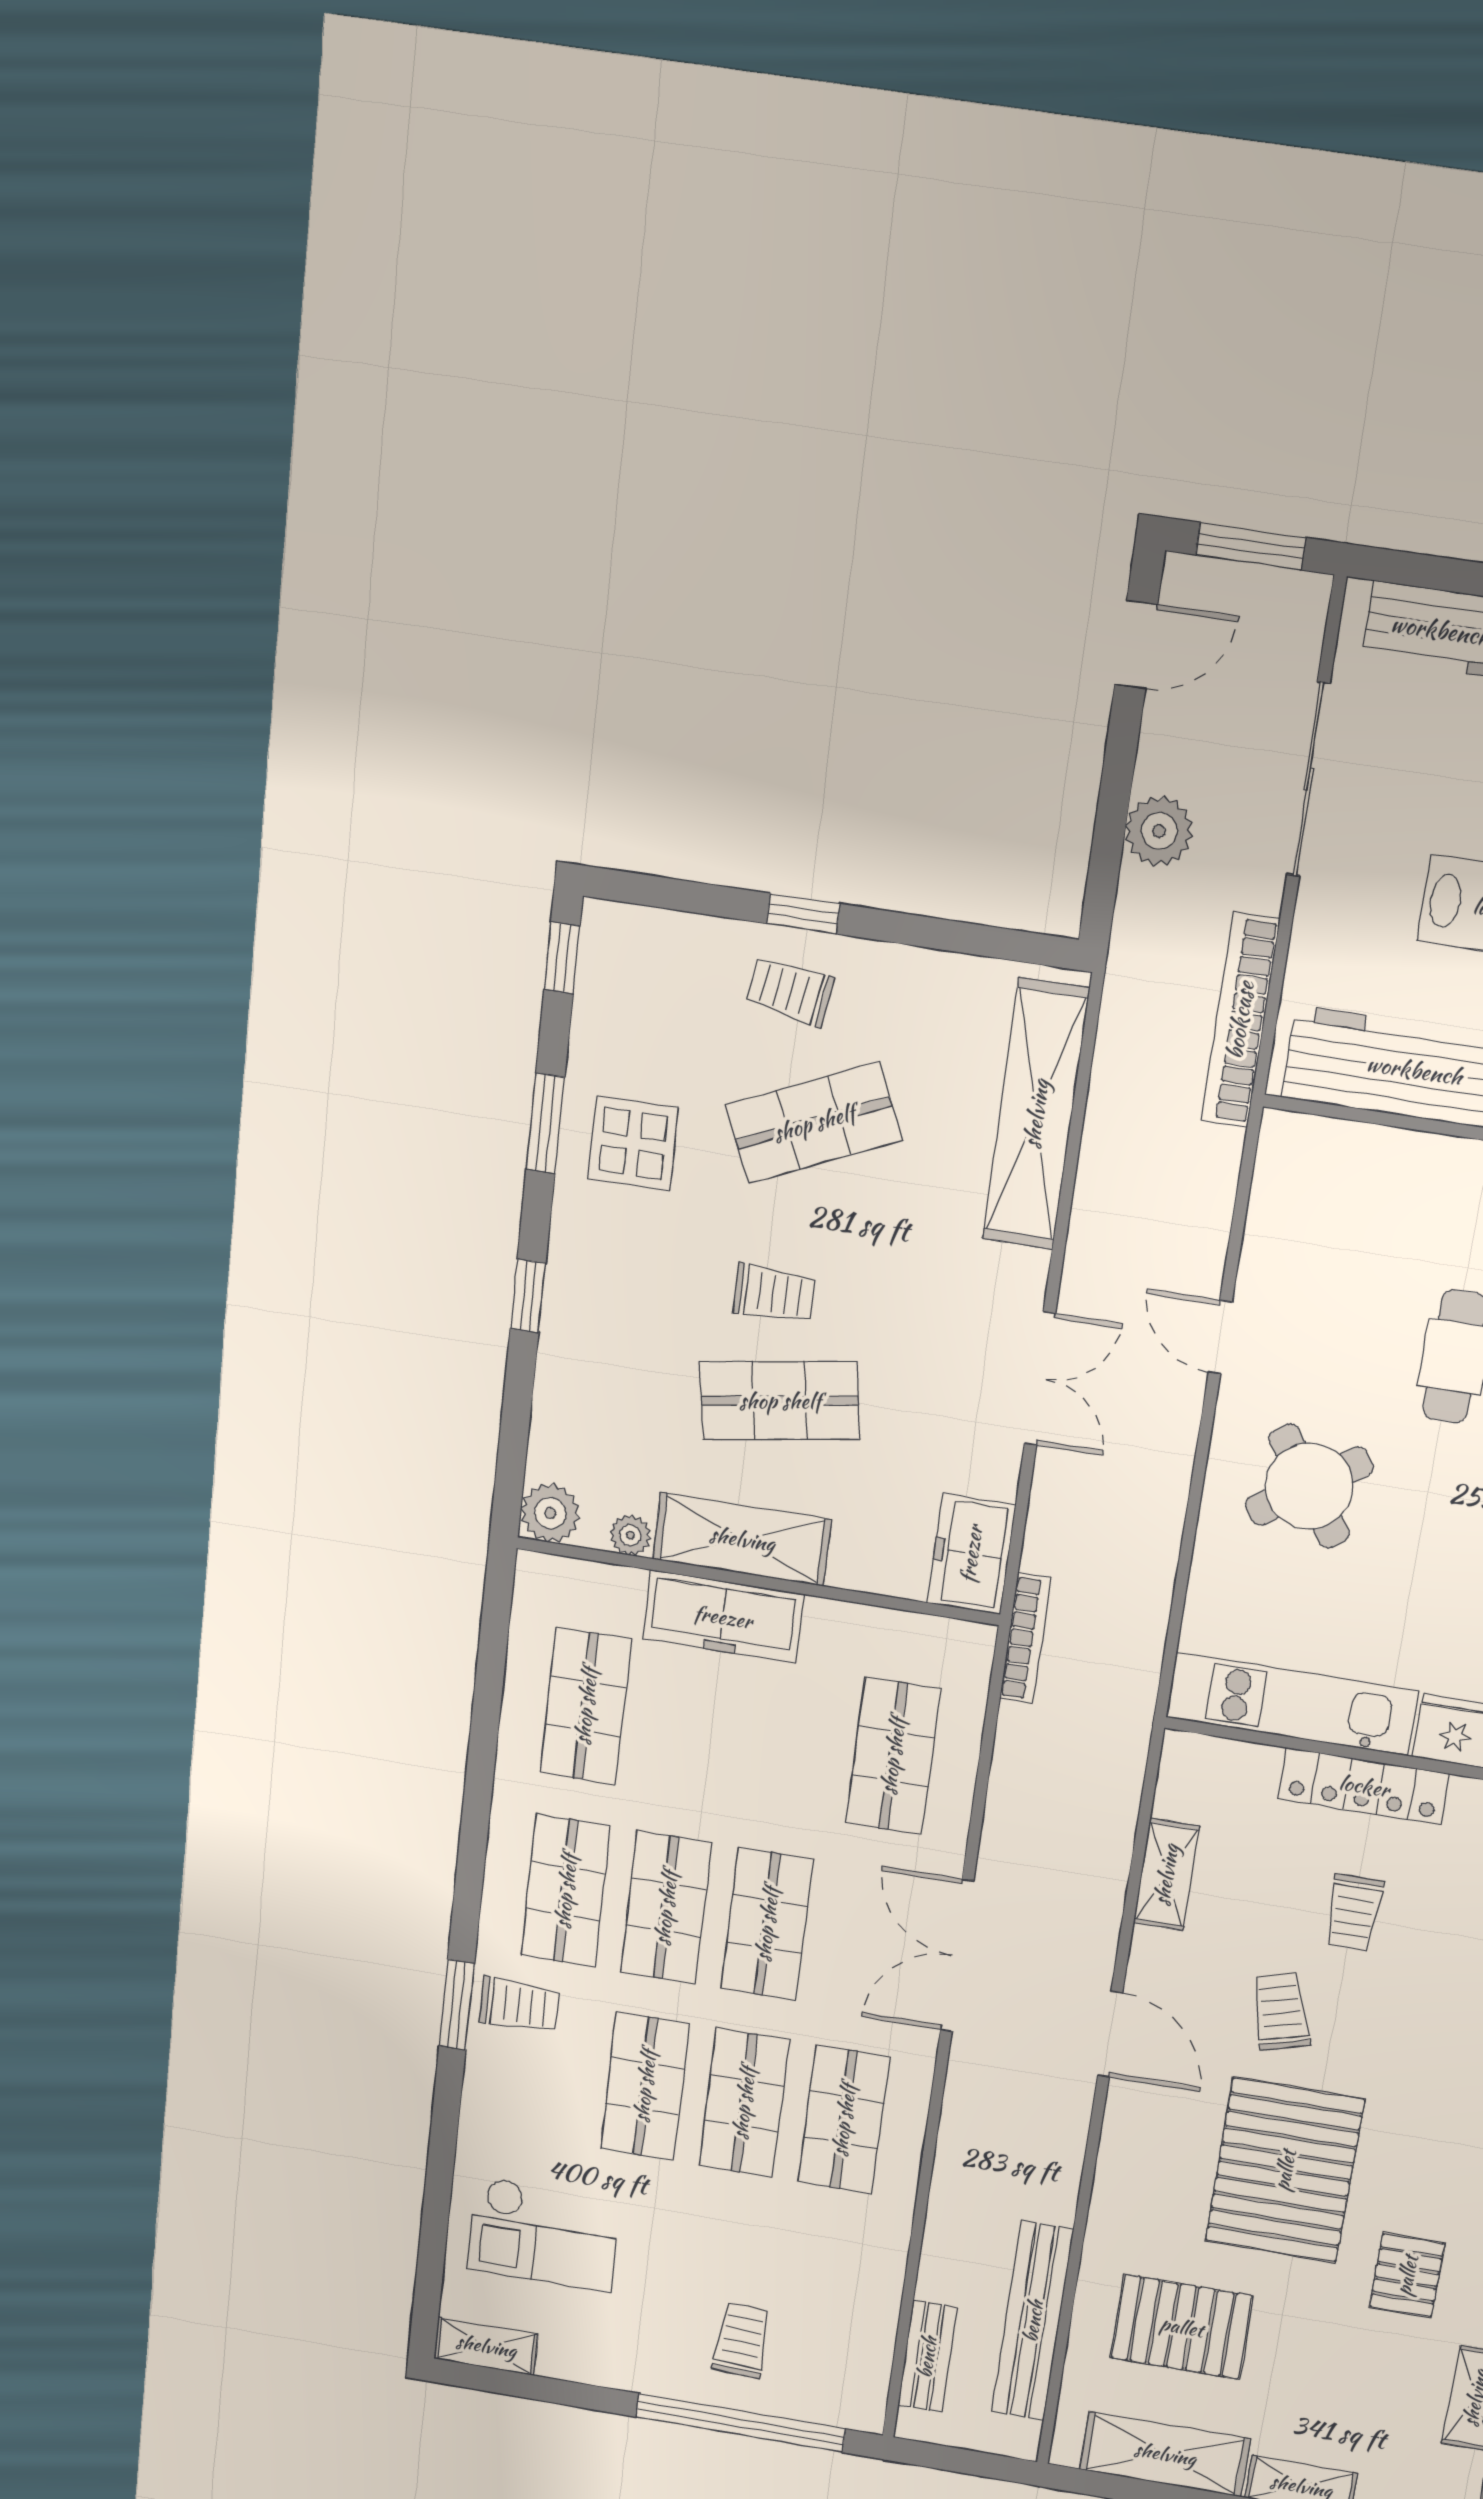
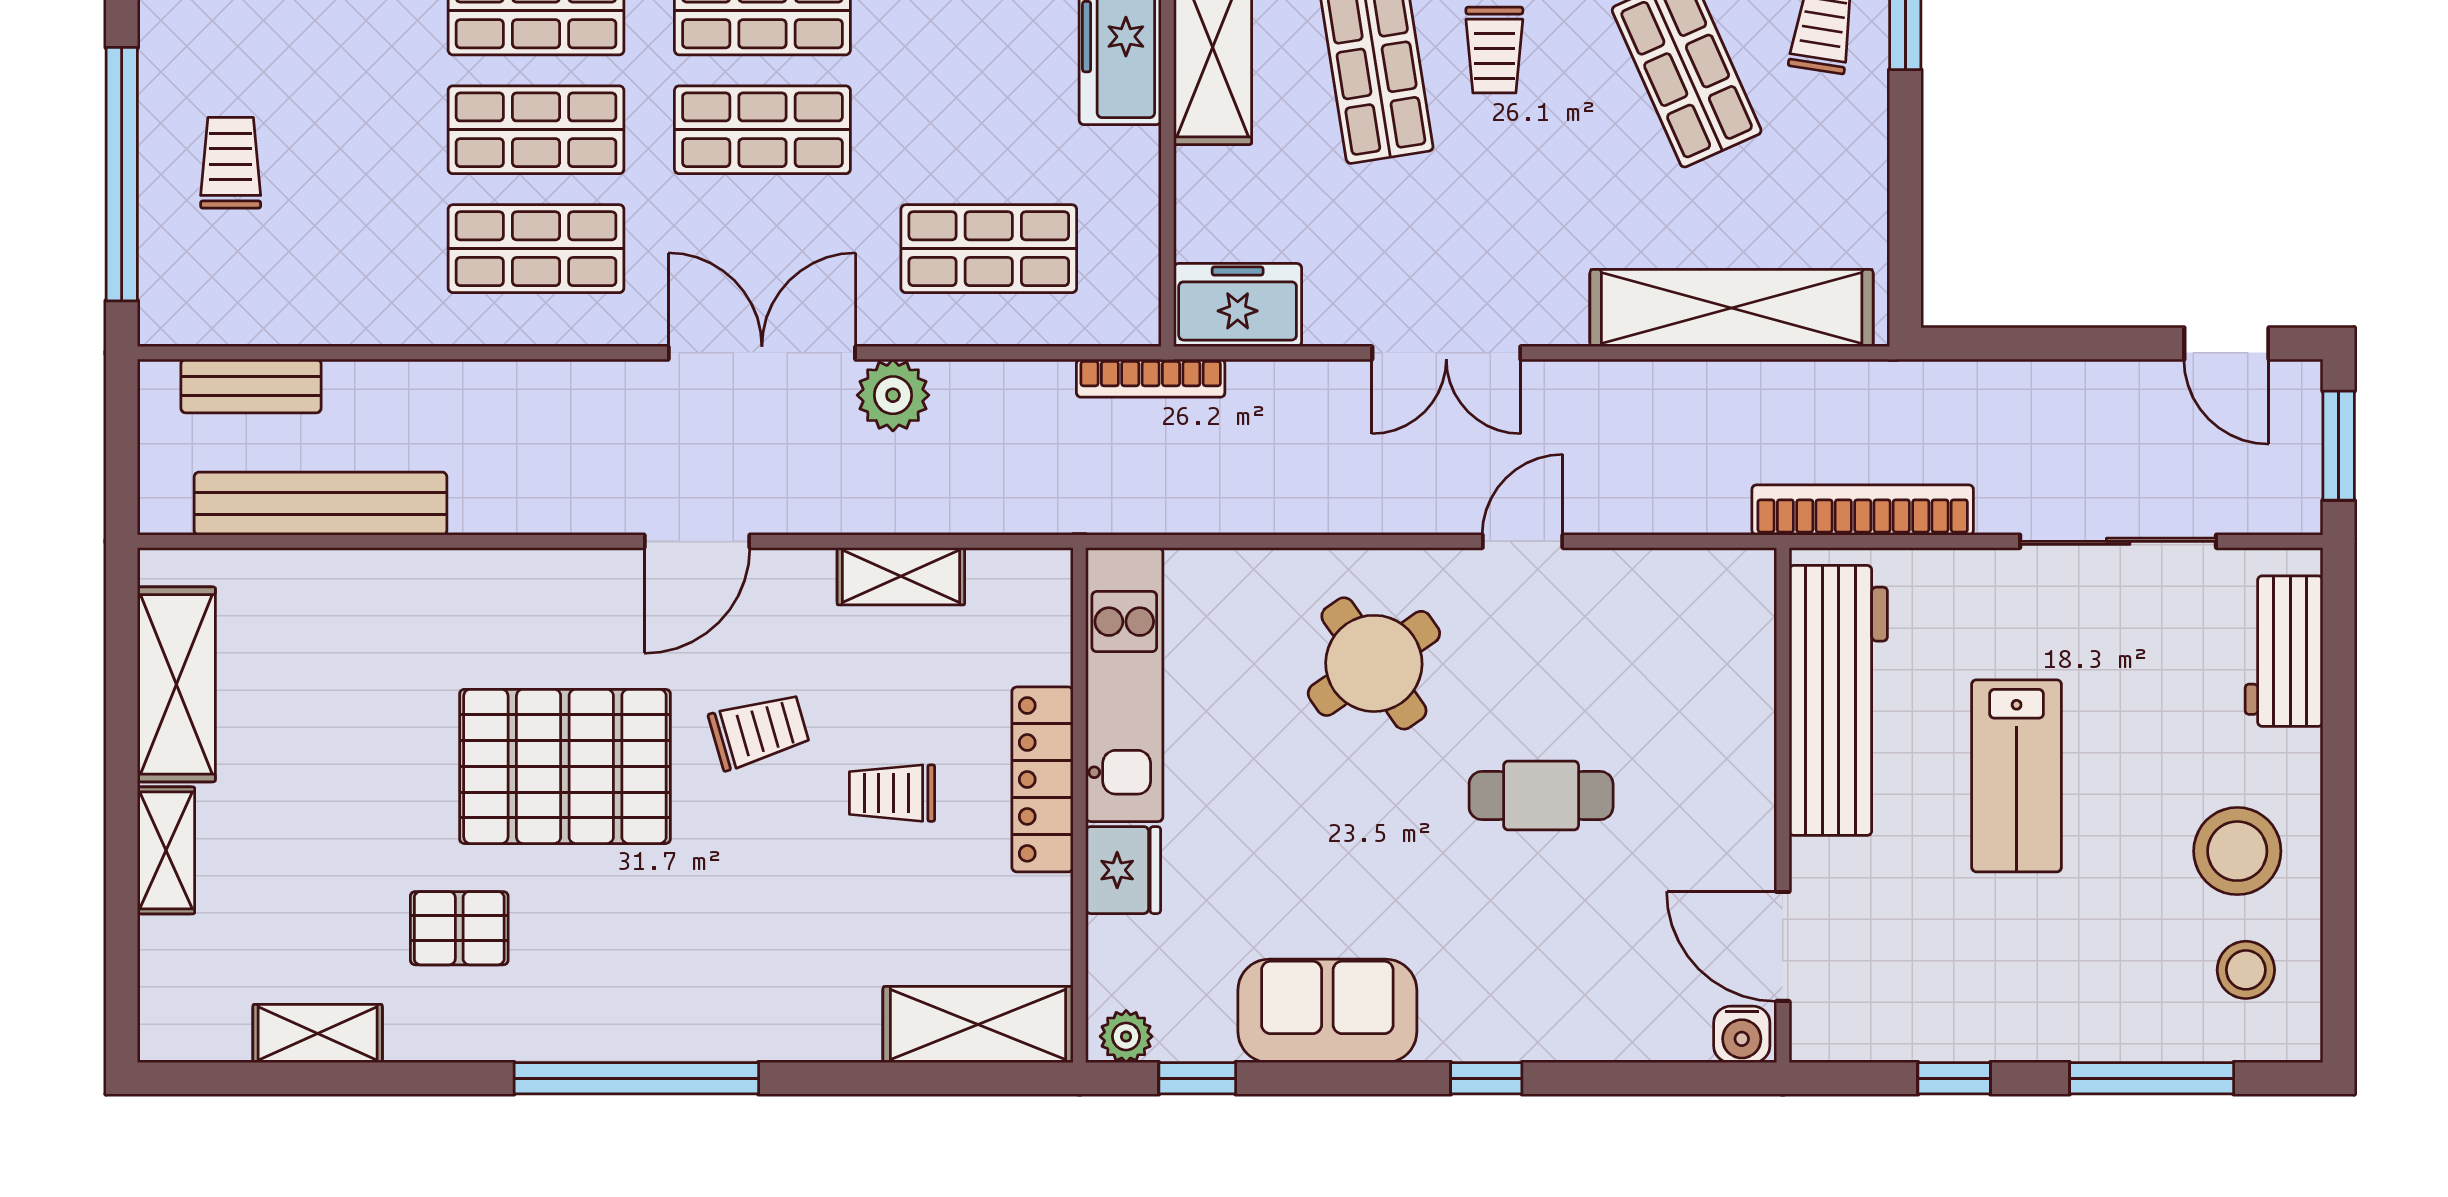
plant: (1159, 831) -> (893, 395), moved
pallet: (1182, 2327) -> (345, 679), removed
trolley: (742, 2341) -> (231, 163), turned -93

